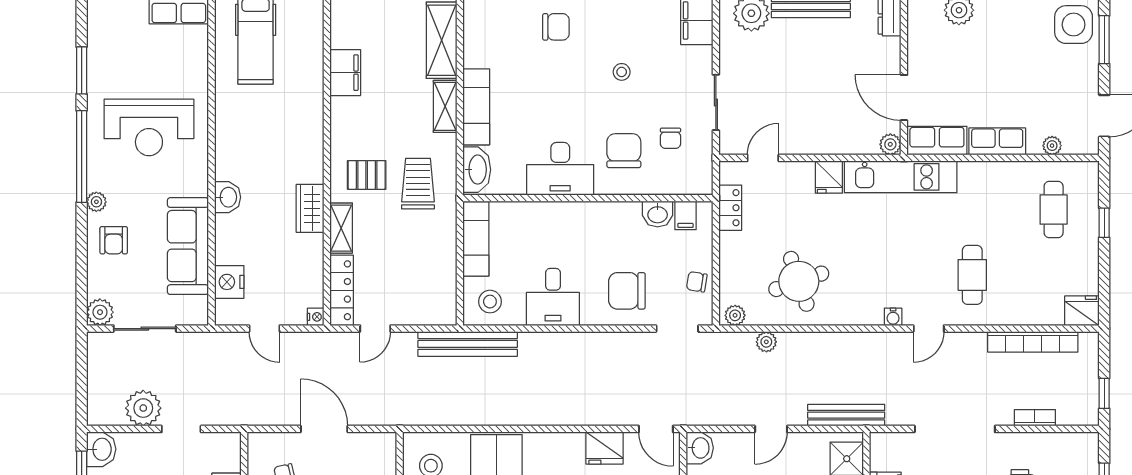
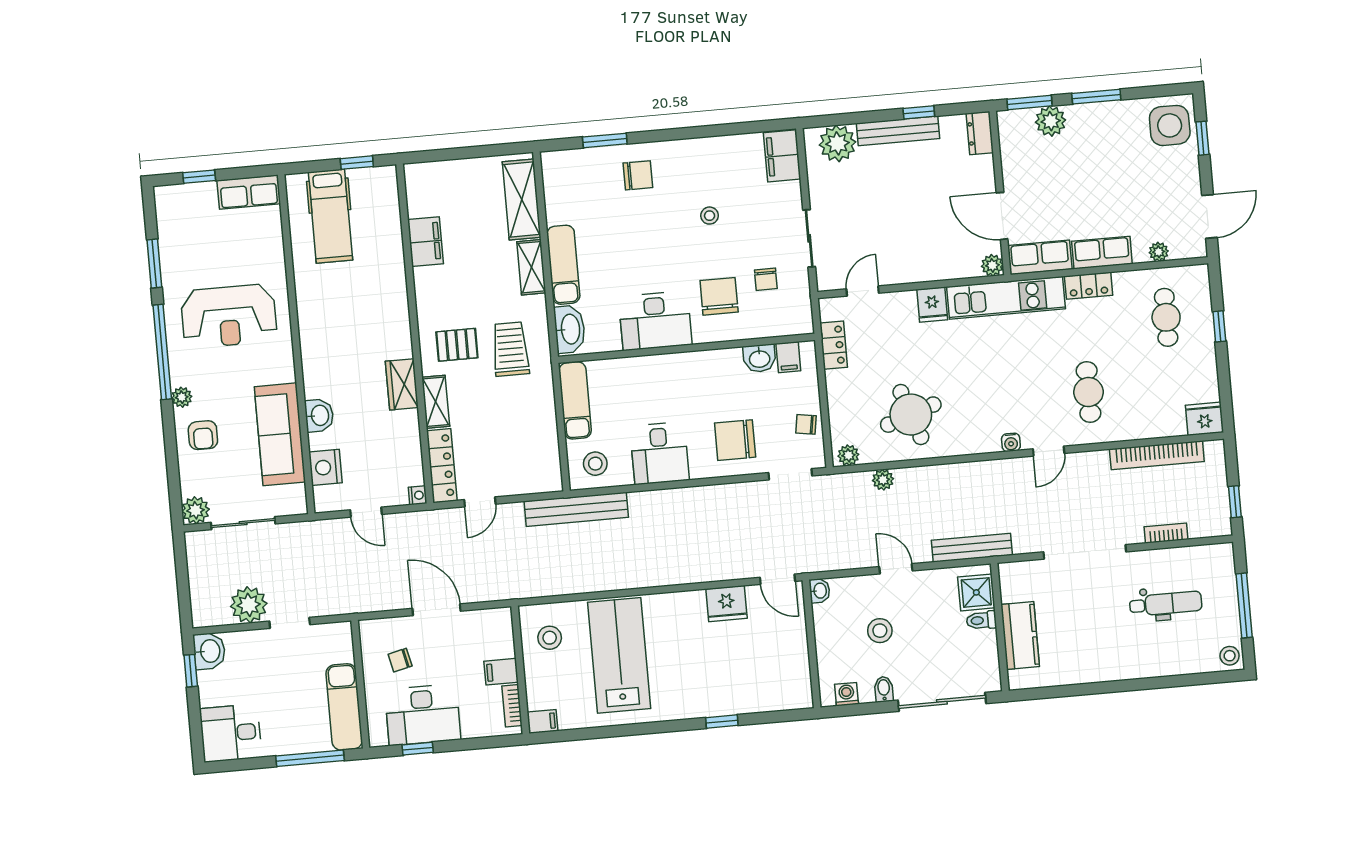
window: (1104, 40) -> (1203, 138), width x0.67
locker: (981, 172) -> (1089, 286), added
washbasin: (228, 197) -> (319, 415), moved
door: (771, 429) -> (896, 569), swing flipped
washbasin: (700, 448) -> (820, 591), width x0.72, depth x0.69

